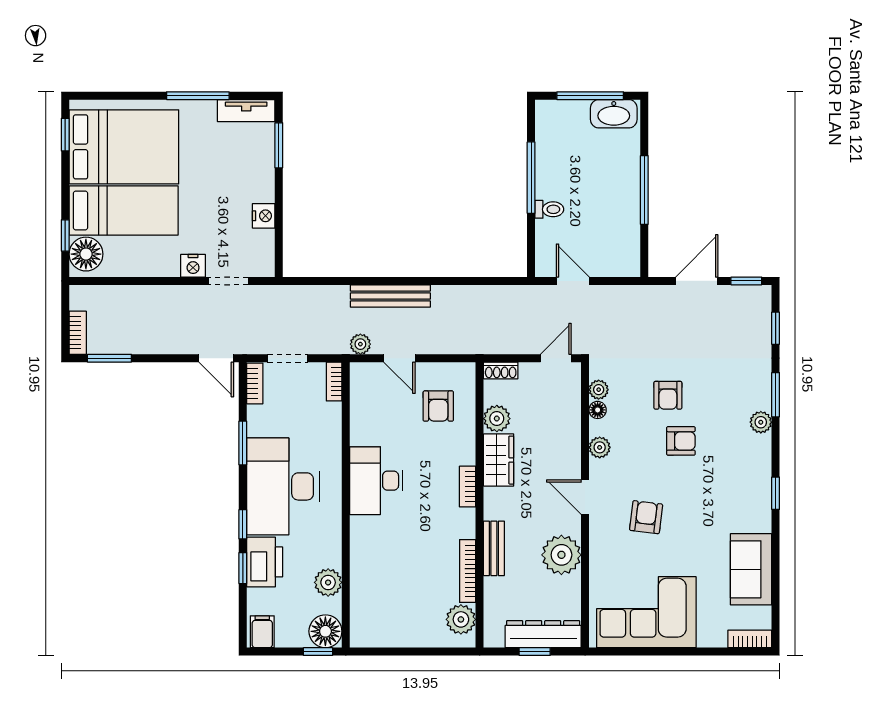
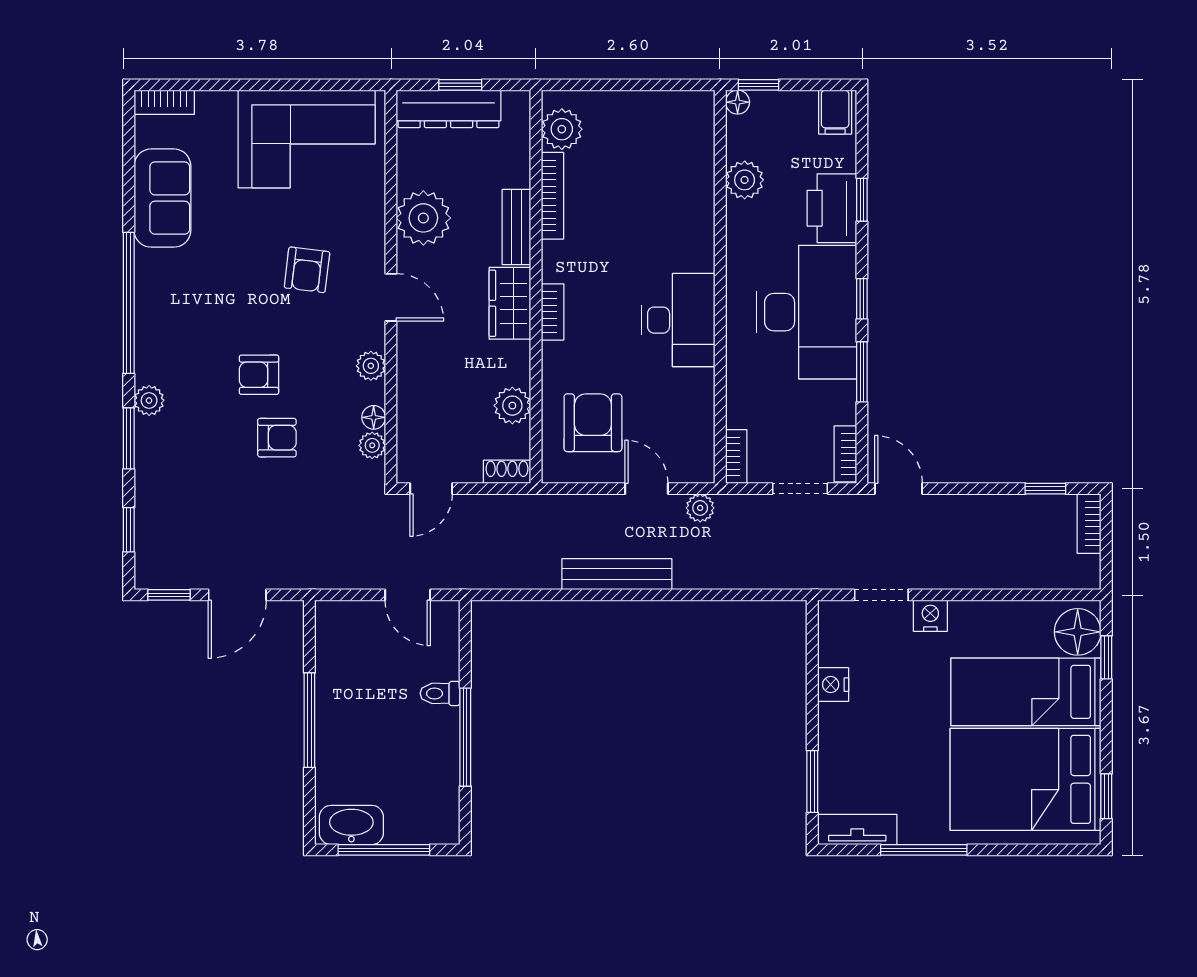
bench: (390, 296) -> (617, 574), moved
window: (109, 358) -> (1045, 489), width x0.67
armchair: (668, 395) -> (277, 438), turned 90
armchair: (438, 406) -> (593, 423), width x1.38, depth x1.38
wardrobe: (499, 460) -> (510, 303), moved
window: (776, 493) -> (129, 303), width x3.17
window: (243, 524) -> (862, 299), moved
floor lamp: (325, 631) -> (738, 102), width x0.53, depth x0.53

